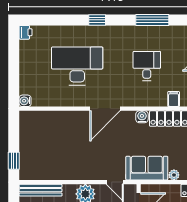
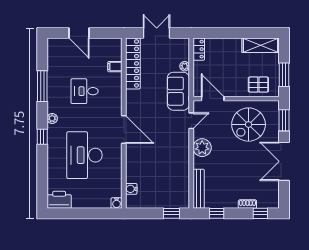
plant: (117, 31) -> (52, 119), added
printer: (26, 32) -> (59, 200), width x1.87, depth x1.48
water cooler: (142, 117) -> (131, 189), moved

